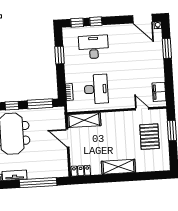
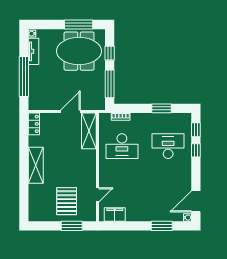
desk: (94, 47) -> (168, 146), turned -90
pallet: (149, 137) -> (67, 201), turned 90

